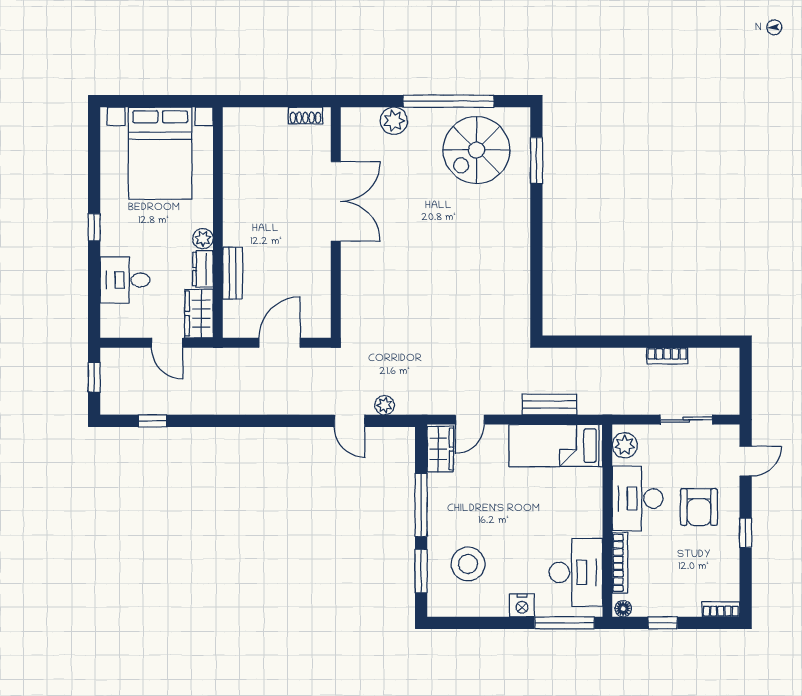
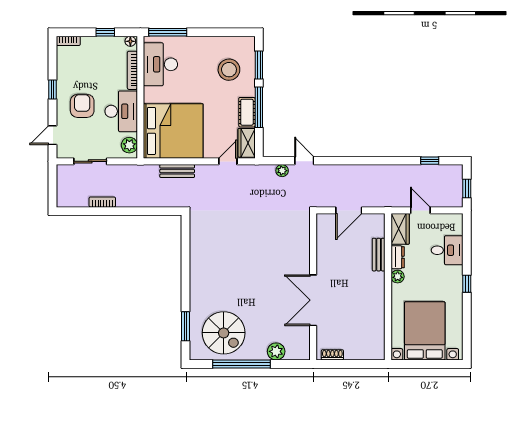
spiral stairs: (476, 150) -> (224, 333), turned 90
bed: (556, 446) -> (173, 131), width x2.04
cot: (440, 497) -> (247, 112), added
nightstand: (522, 605) -> (195, 43), removed

